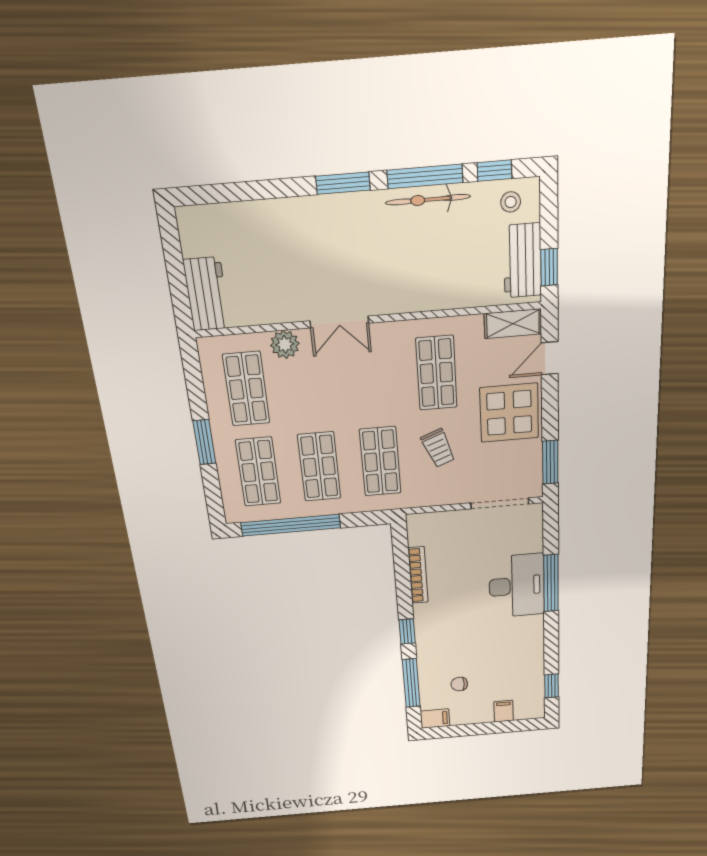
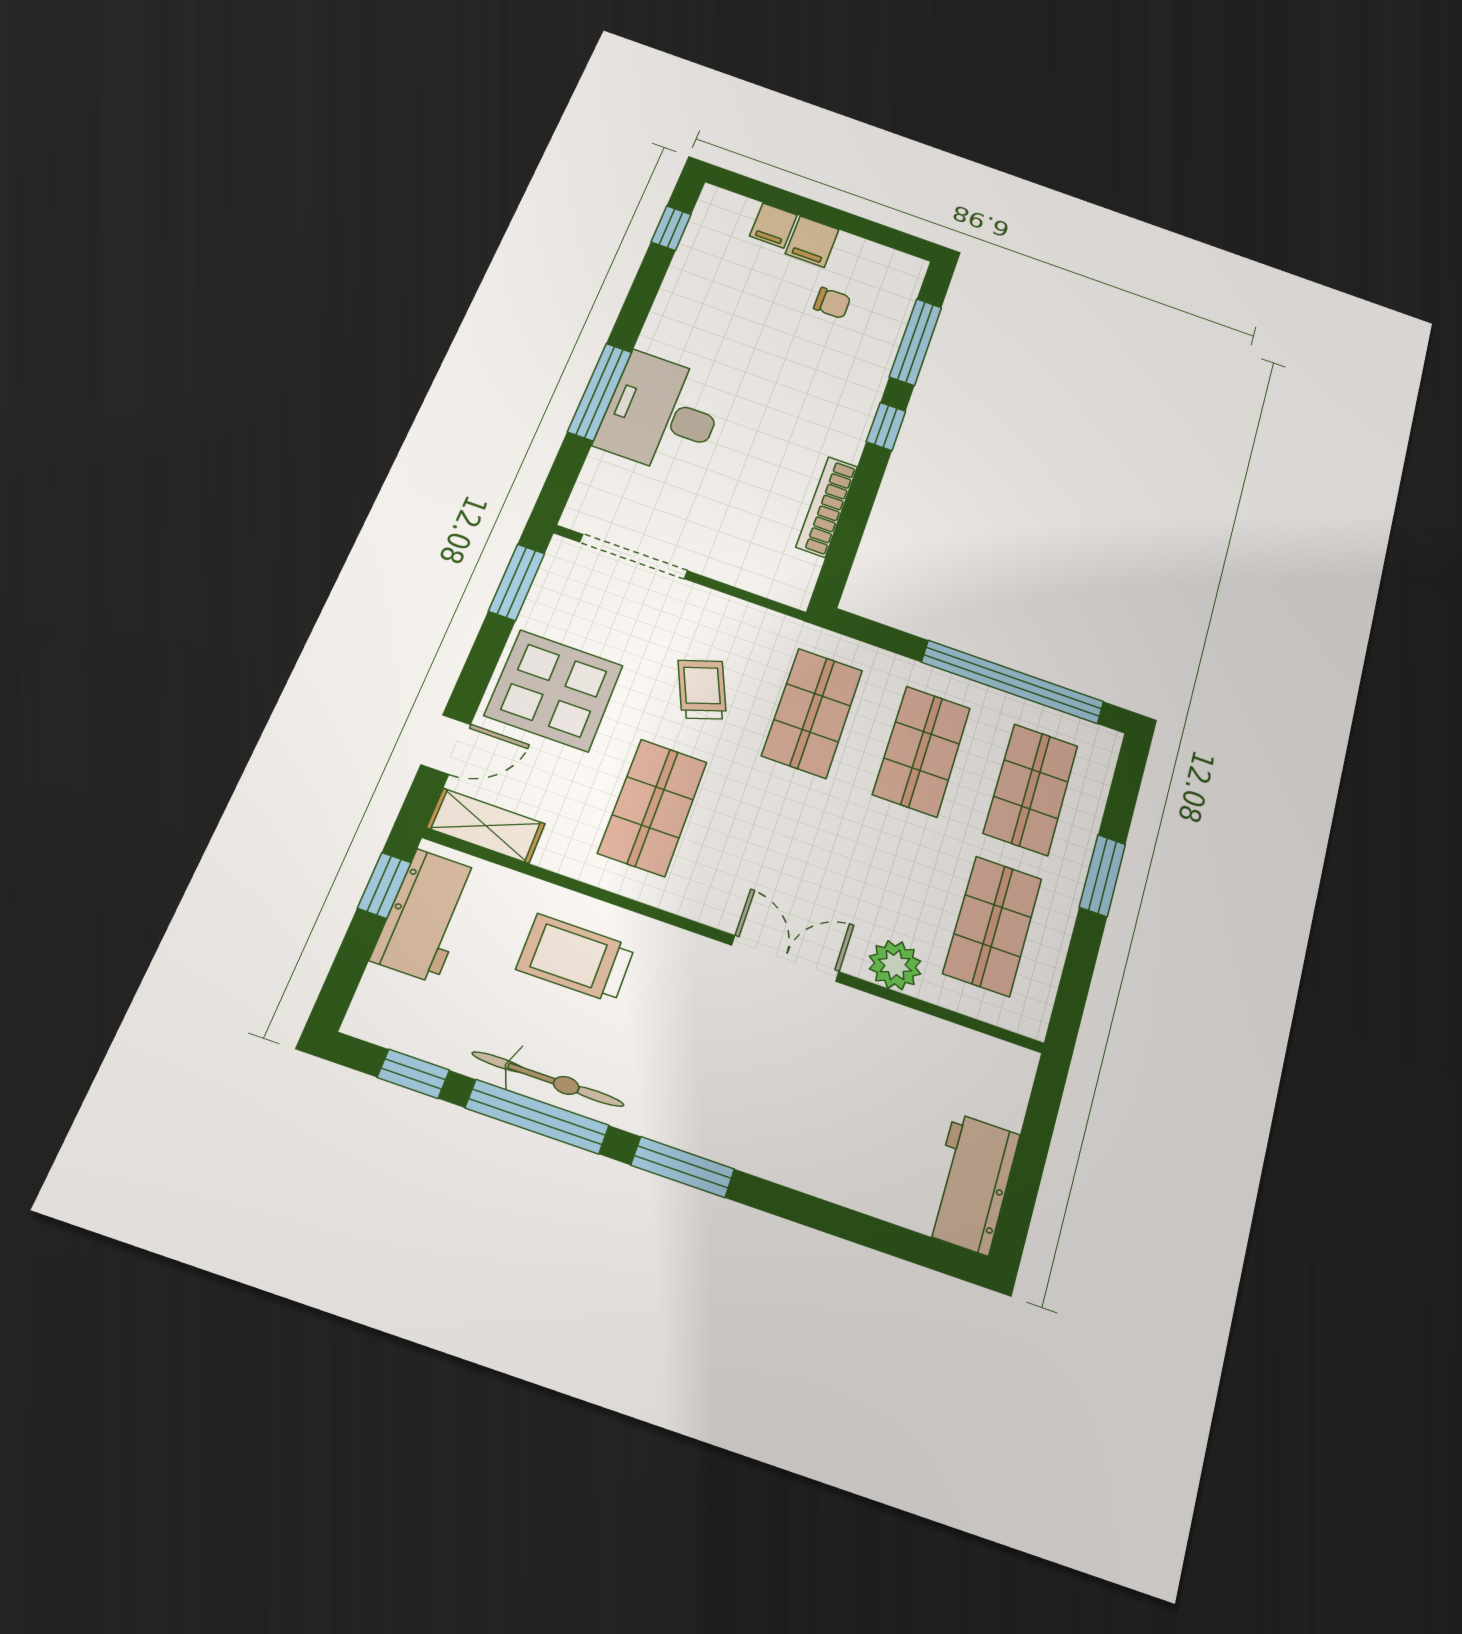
stool: (511, 202) -> (407, 1014), removed
trolley: (441, 273) -> (576, 958), added
workbench: (207, 294) -> (971, 1183), moved
filing cabinet: (435, 719) -> (812, 242), moved, turned -90

